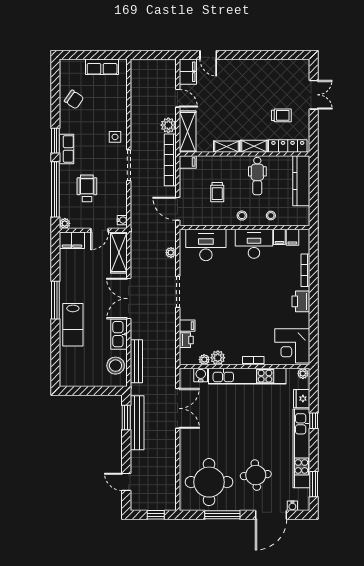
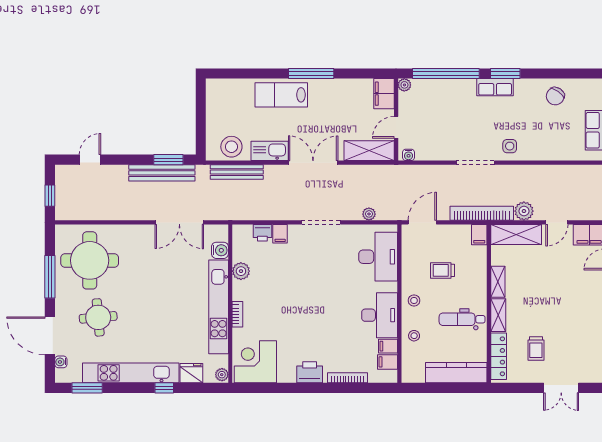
wheelchair: (87, 188) -> (447, 112), removed
door: (100, 230) -> (396, 127), hinge flipped
plant: (204, 360) -> (239, 255), removed

